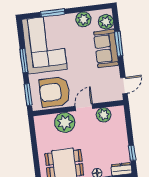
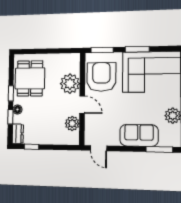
plant: (106, 22) -> (167, 139), removed
window: (119, 44) -> (159, 149), moved

